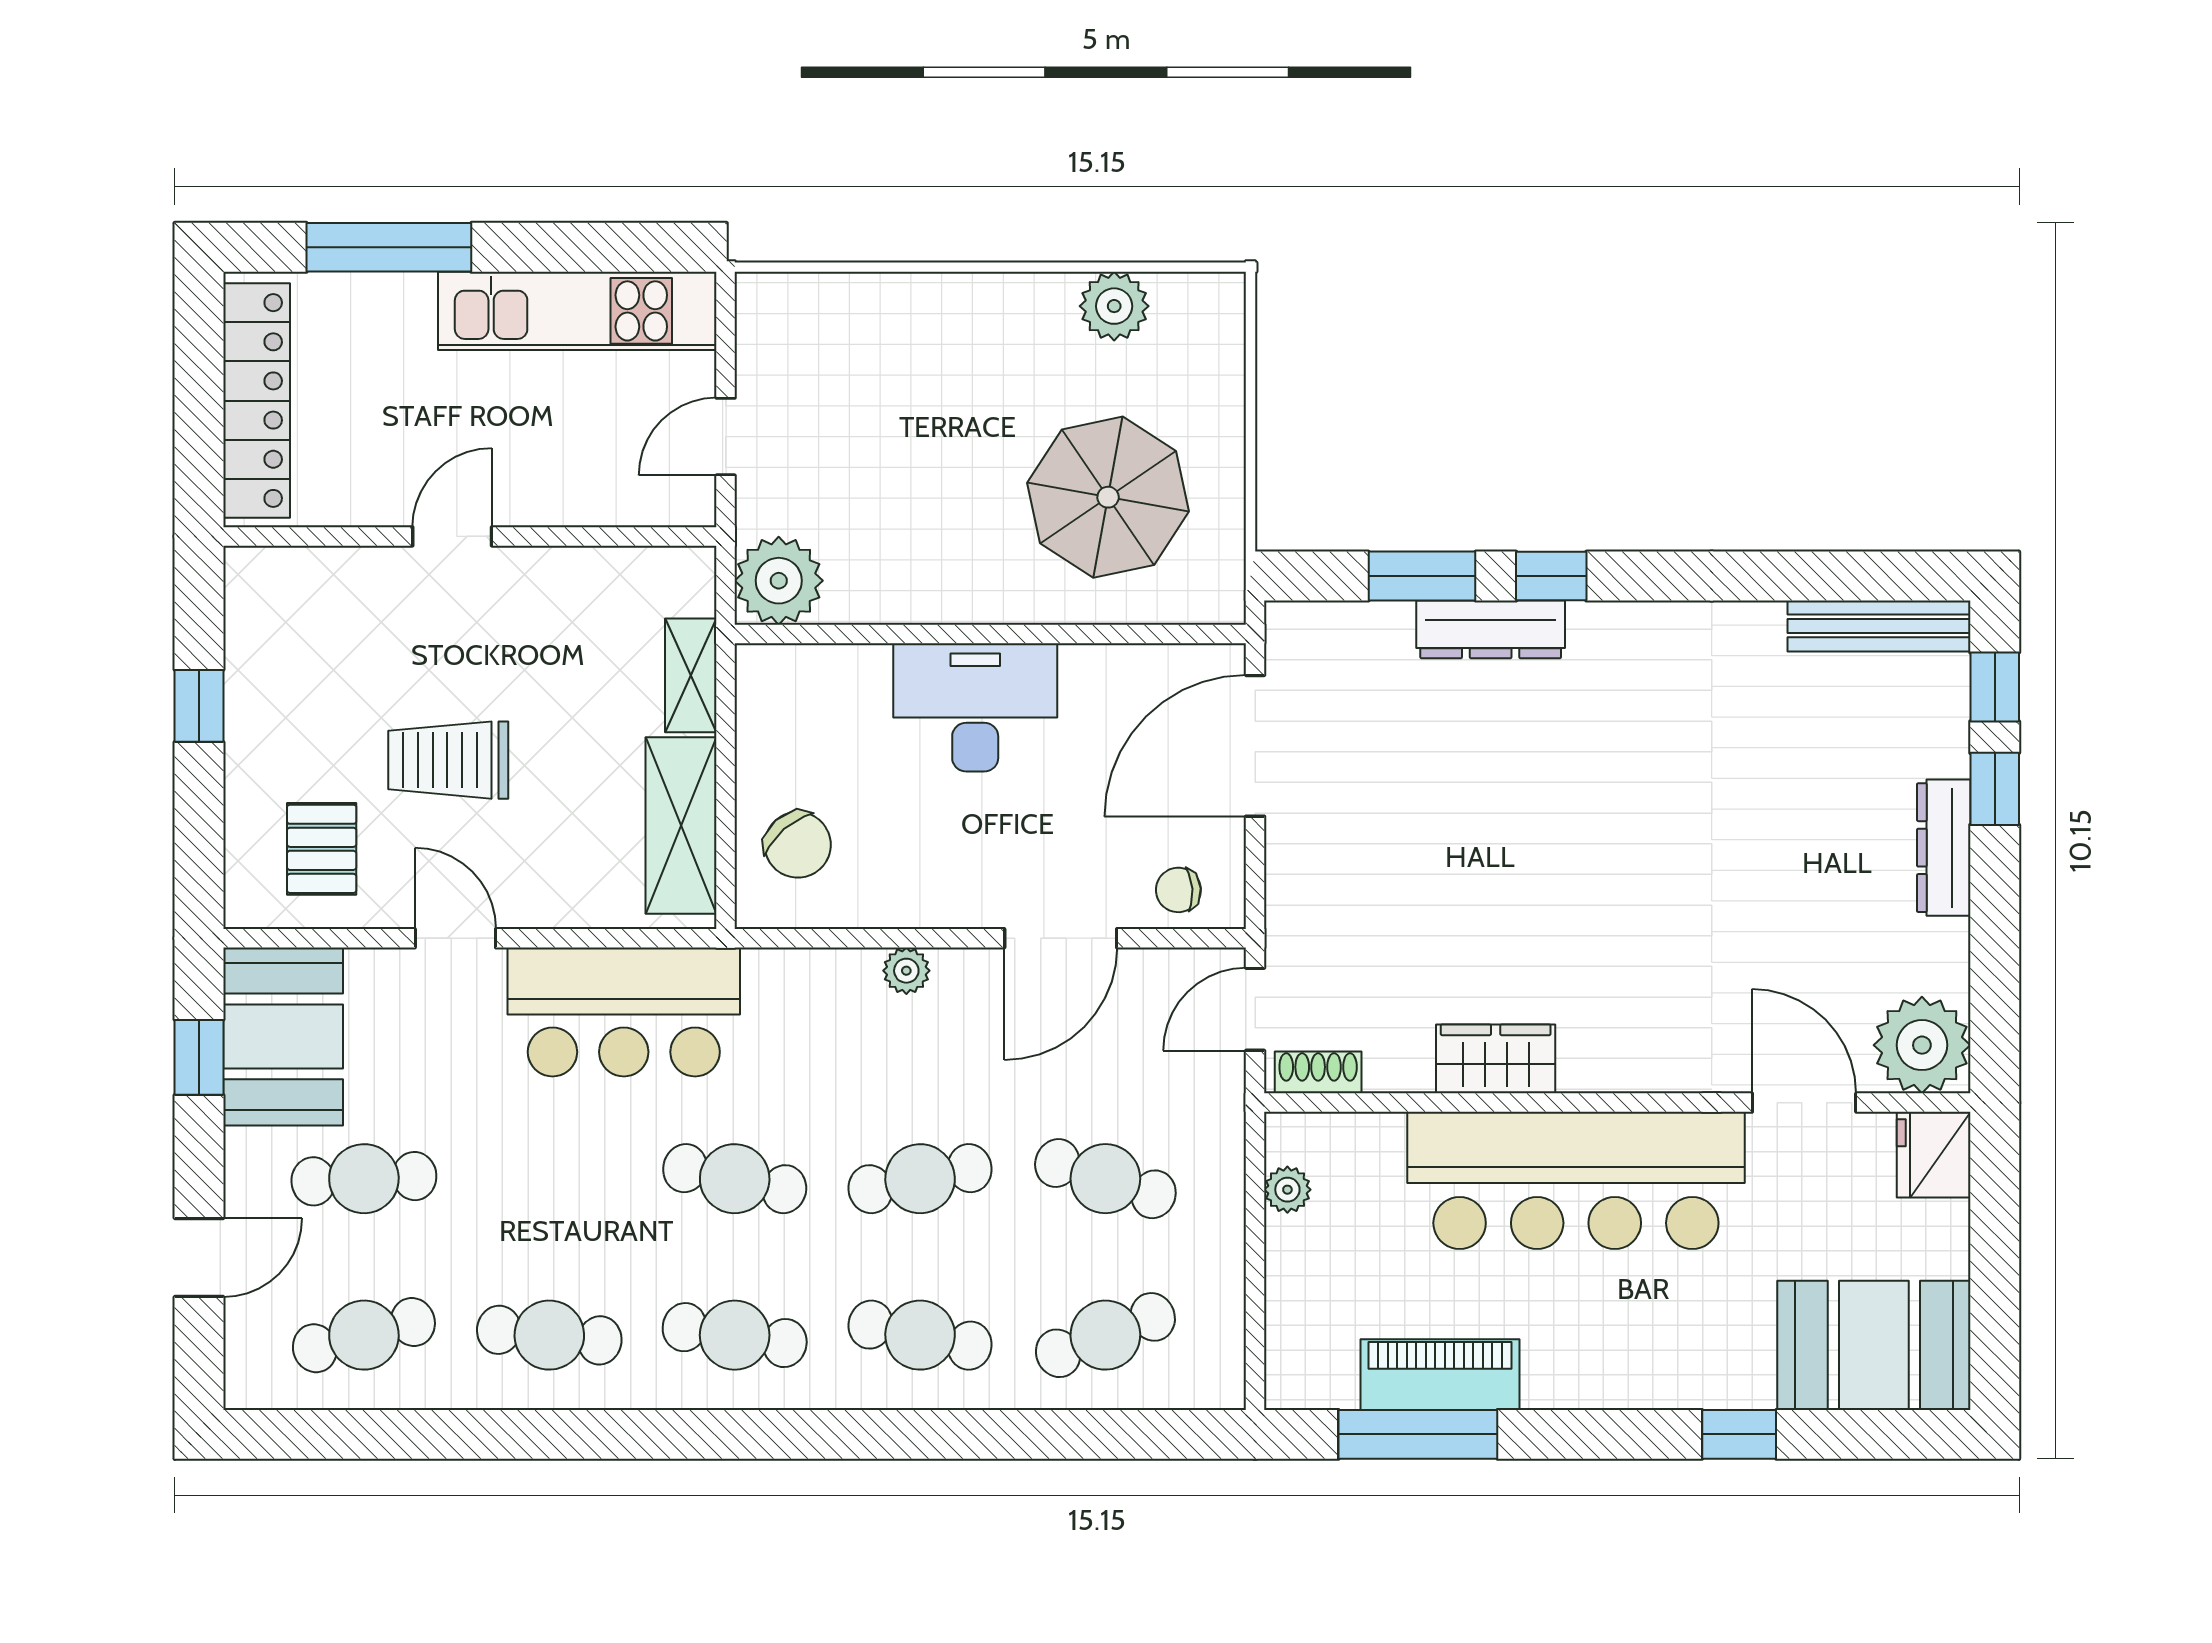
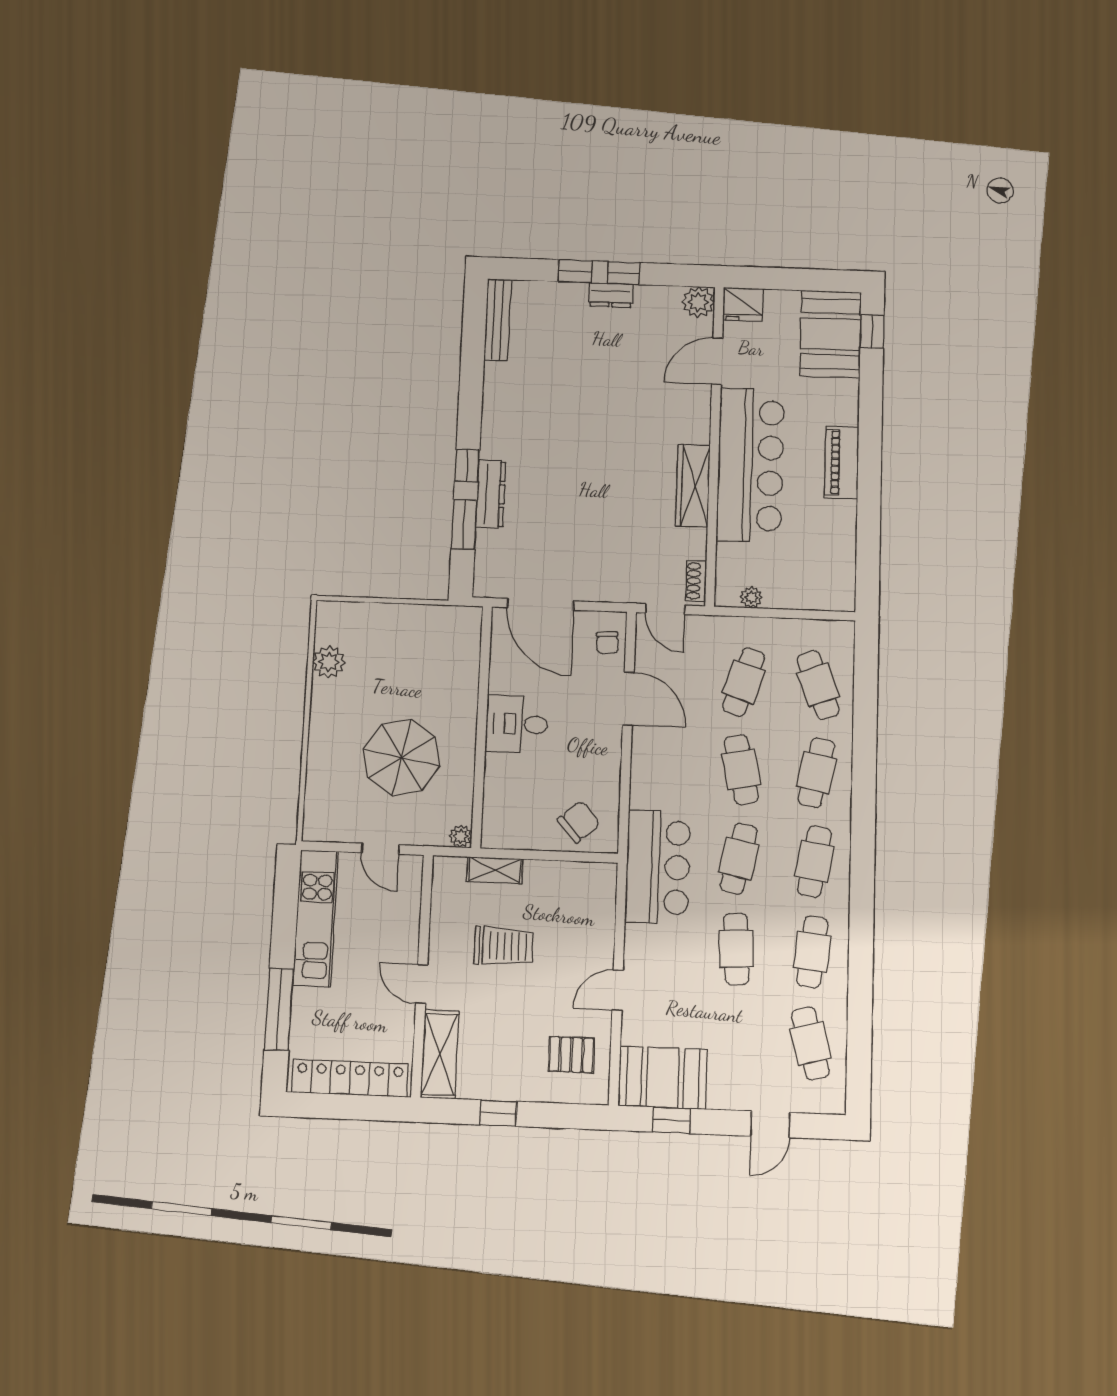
parasol: (1108, 497) -> (402, 757), moved
plant: (779, 581) -> (461, 836), width x0.53, depth x0.53
window: (1995, 687) -> (624, 273), moved
desk: (975, 707) -> (517, 724), width x0.73
trolley: (448, 760) -> (504, 946), moved, turned -90
shelving: (681, 826) -> (440, 1054), moved, turned 90
dresser: (1944, 848) -> (611, 295), width x0.70
plant: (906, 971) -> (641, 772), removed
bar counter: (624, 1012) -> (658, 867), moved
plant: (1922, 1045) -> (698, 302), width x0.73, depth x0.73
wardrobe: (1496, 1059) -> (693, 486), width x1.50
cafe table: (364, 1179) -> (736, 949), moved
door: (199, 1258) -> (770, 1124), swing flipped
piano: (1440, 1375) -> (842, 463), moved
window: (1418, 1434) -> (868, 542), removed
window: (1739, 1434) -> (872, 331), moved

